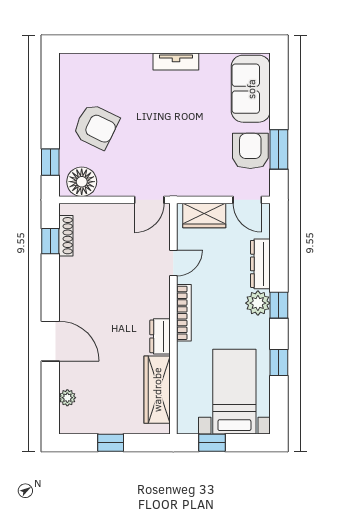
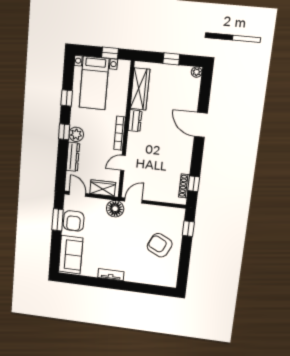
floor lamp: (82, 182) -> (115, 209), moved
plant: (67, 398) -> (197, 72), moved

